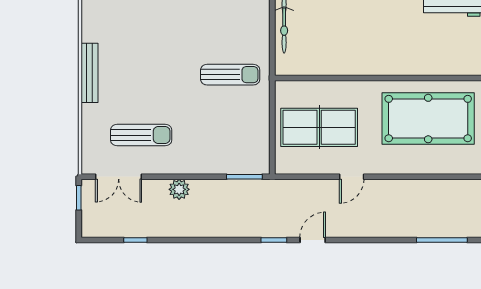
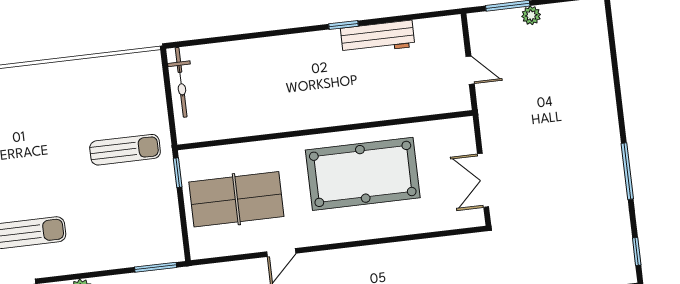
window: (272, 99) -> (178, 173), added

